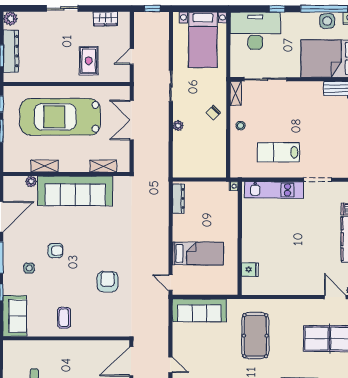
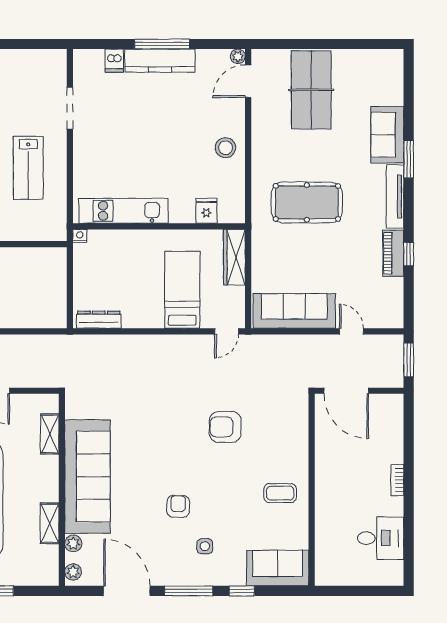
plant: (12, 181) -> (73, 572), added
kitchen unit: (274, 190) -> (124, 211), moved, turned -90
stool: (291, 282) -> (225, 148), added
wardrobe: (219, 288) -> (234, 257), added
sofa: (199, 310) -> (294, 311), moved, turned -90
door: (170, 365) -> (351, 331), hinge flipped

